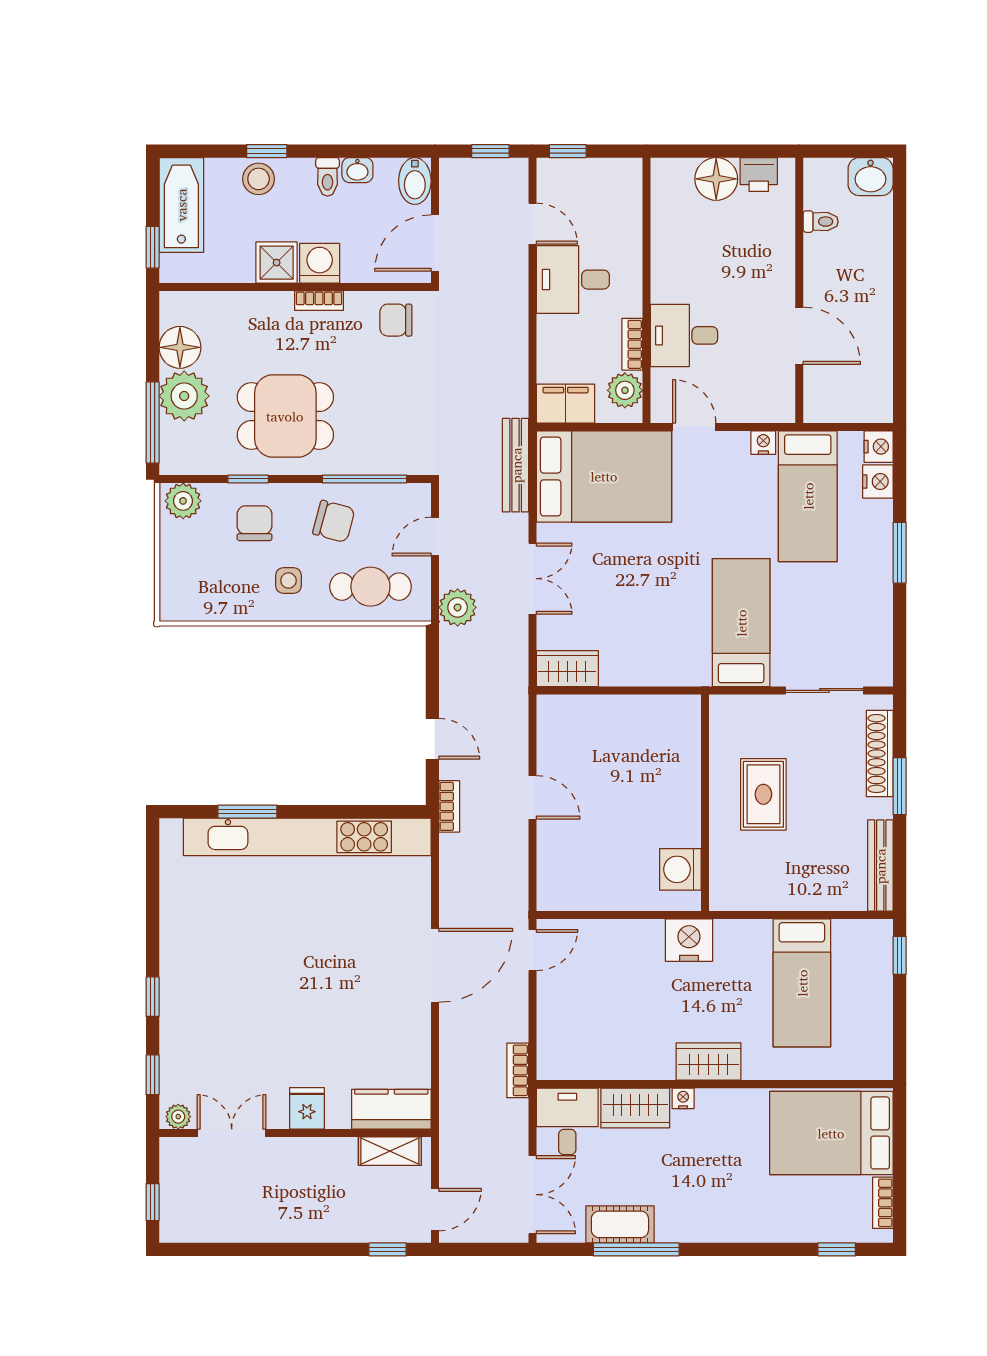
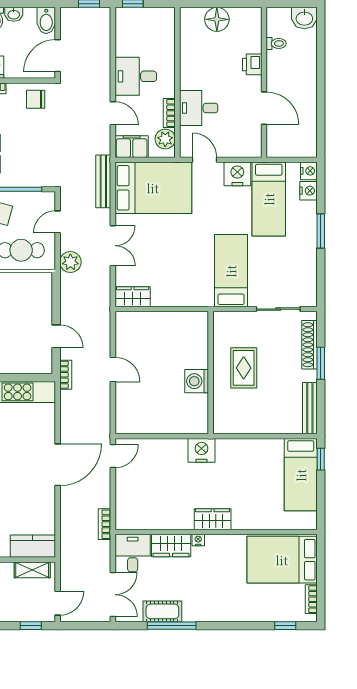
printer: (759, 174) -> (252, 64), moved, turned 90
door: (533, 224) -> (113, 113), moved
nightstand: (763, 443) -> (237, 174), width x1.89, depth x1.79
washing machine: (680, 869) -> (197, 381), moved
bed: (802, 983) -> (301, 475), moved

